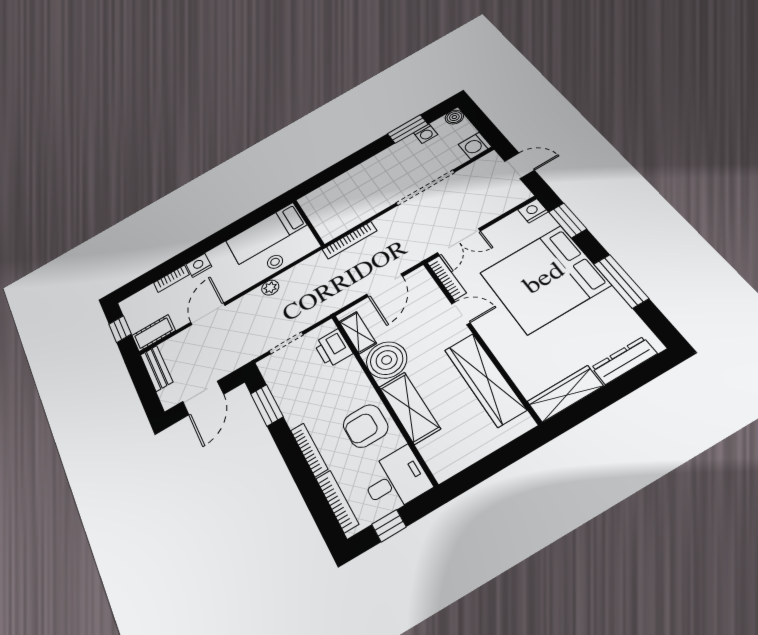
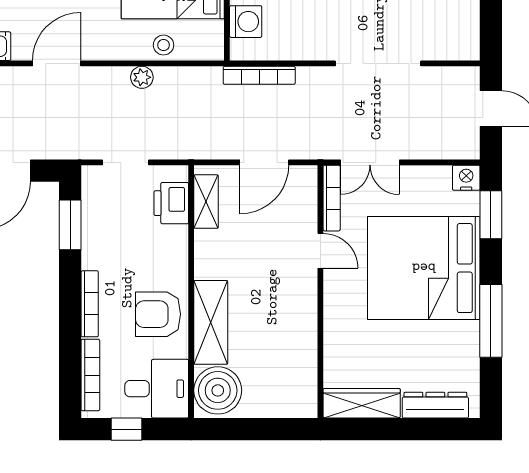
washing machine: (475, 146) -> (246, 22), moved, turned 180
boiler: (387, 360) -> (218, 390), moved
wardrobe: (485, 379) -> (299, 340), removed

